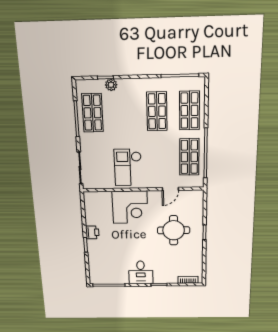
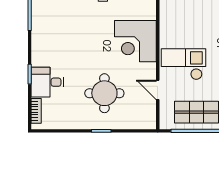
checkout: (128, 167) -> (183, 64), moved
desk: (141, 272) -> (47, 82), moved

